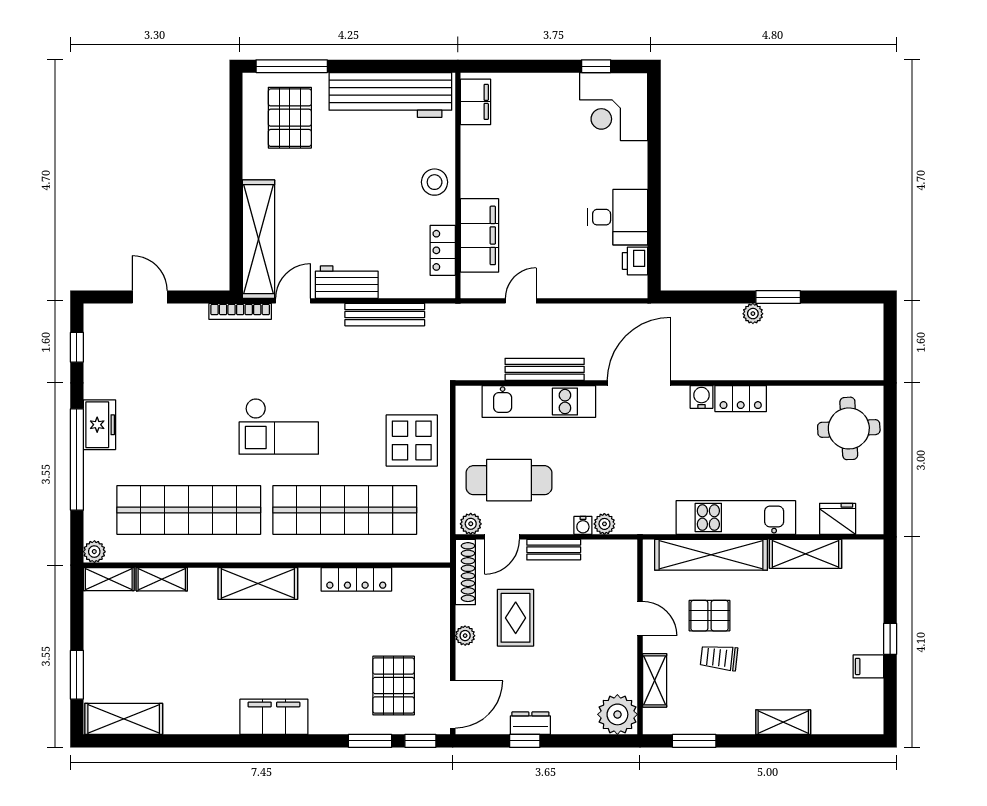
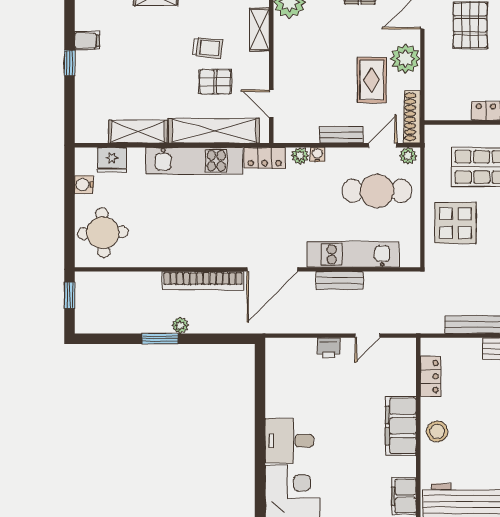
desk: (618, 217) -> (289, 441), moved
filing cabinet: (479, 235) -> (401, 426), moved
printer: (635, 261) -> (329, 348), moved, turned 90
window: (890, 351) -> (70, 295), added
bench: (545, 369) -> (340, 280), width x0.73
bookcase: (725, 369) -> (203, 281), added
water cooler: (702, 397) -> (84, 185), moved, turned 90
locker: (741, 399) -> (265, 158), moved, turned 180
door: (640, 618) -> (271, 104), moved
plant: (465, 636) -> (405, 59), width x1.88, depth x1.88

